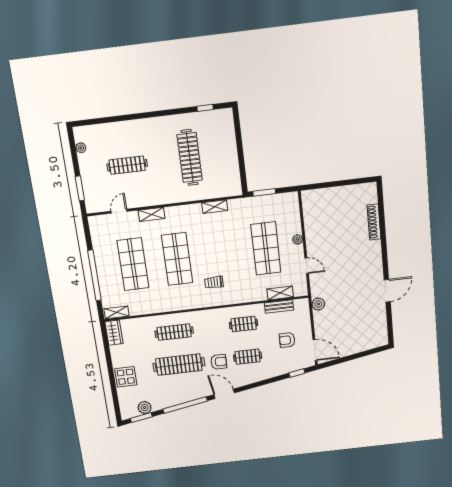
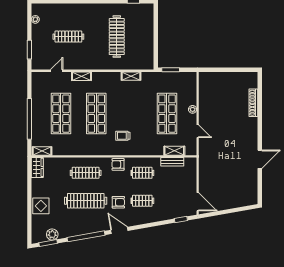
plant: (318, 304) -> (204, 163), removed
armchair: (287, 340) -> (118, 164), moved

